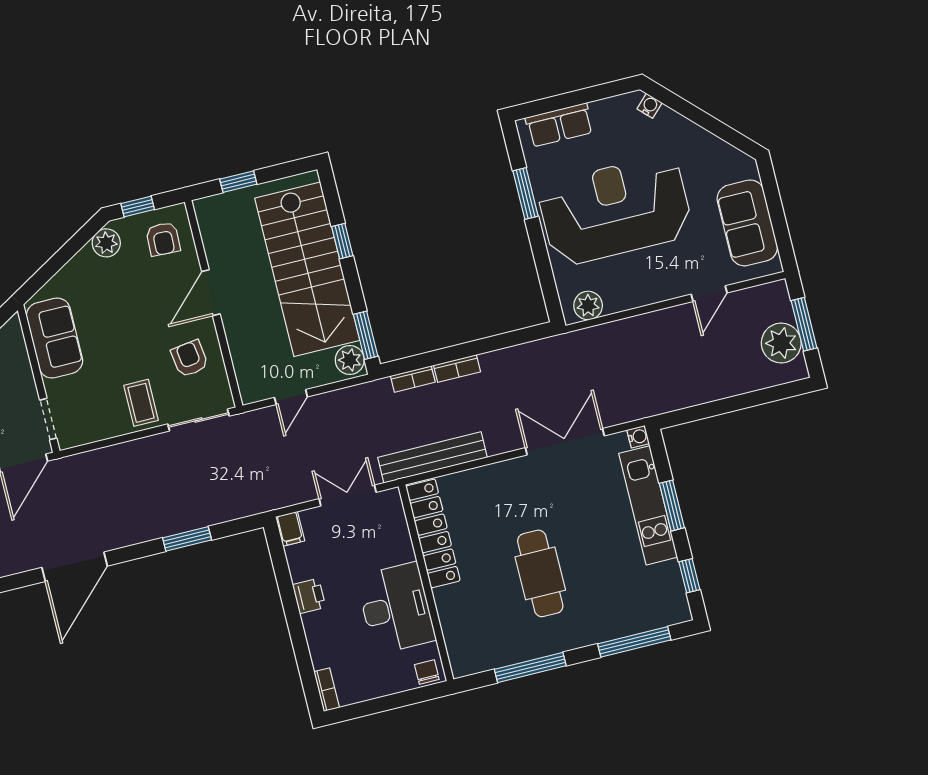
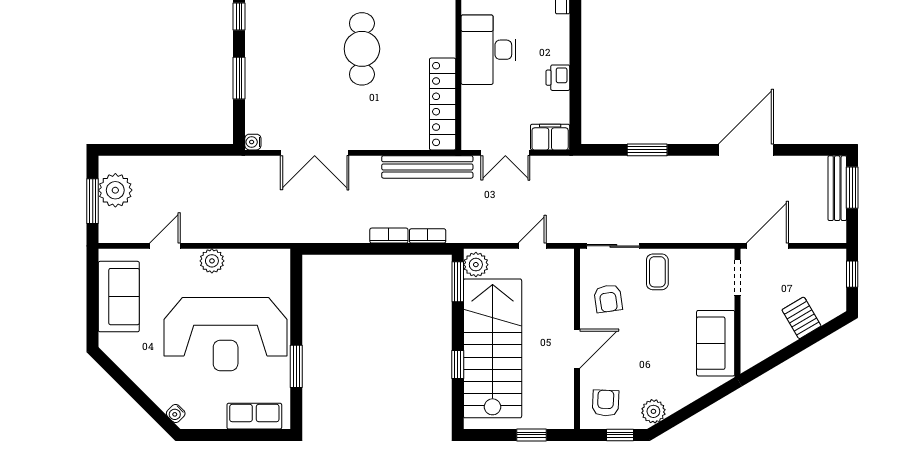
plant: (588, 305) -> (212, 261), moved
kitchen unit: (648, 505) -> (259, 83), removed
filing cabinet: (290, 529) -> (550, 137), width x2.00

